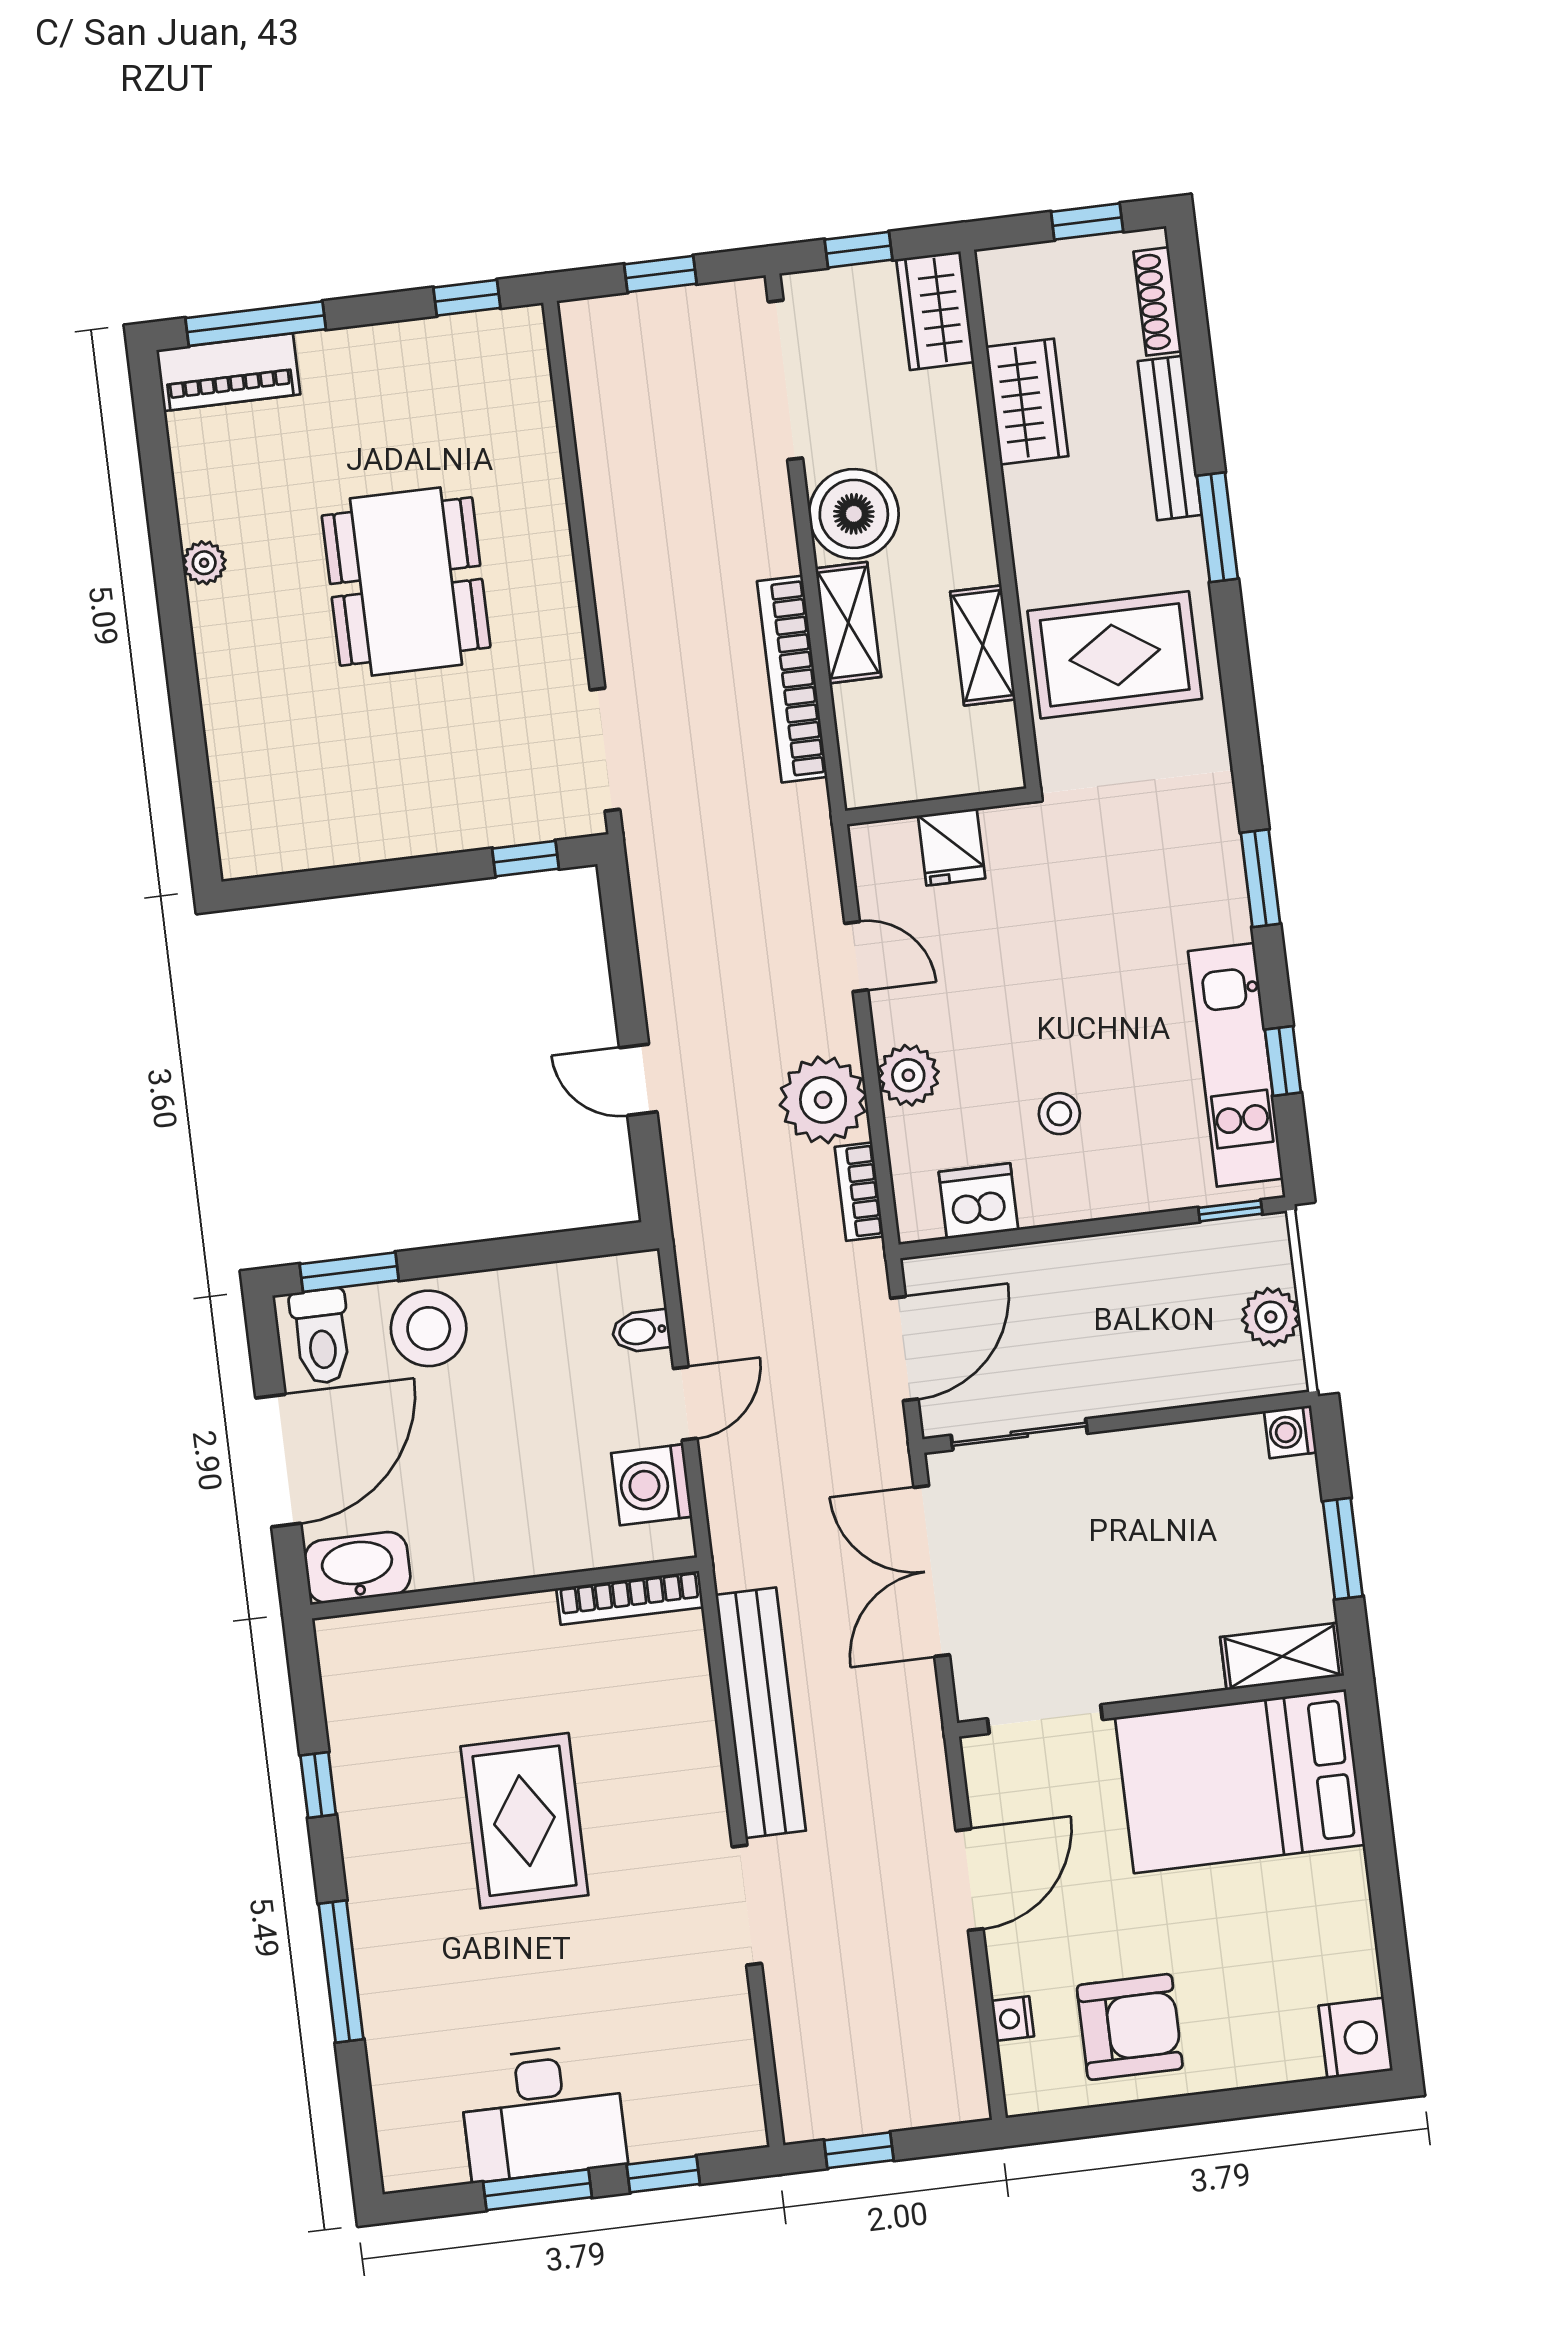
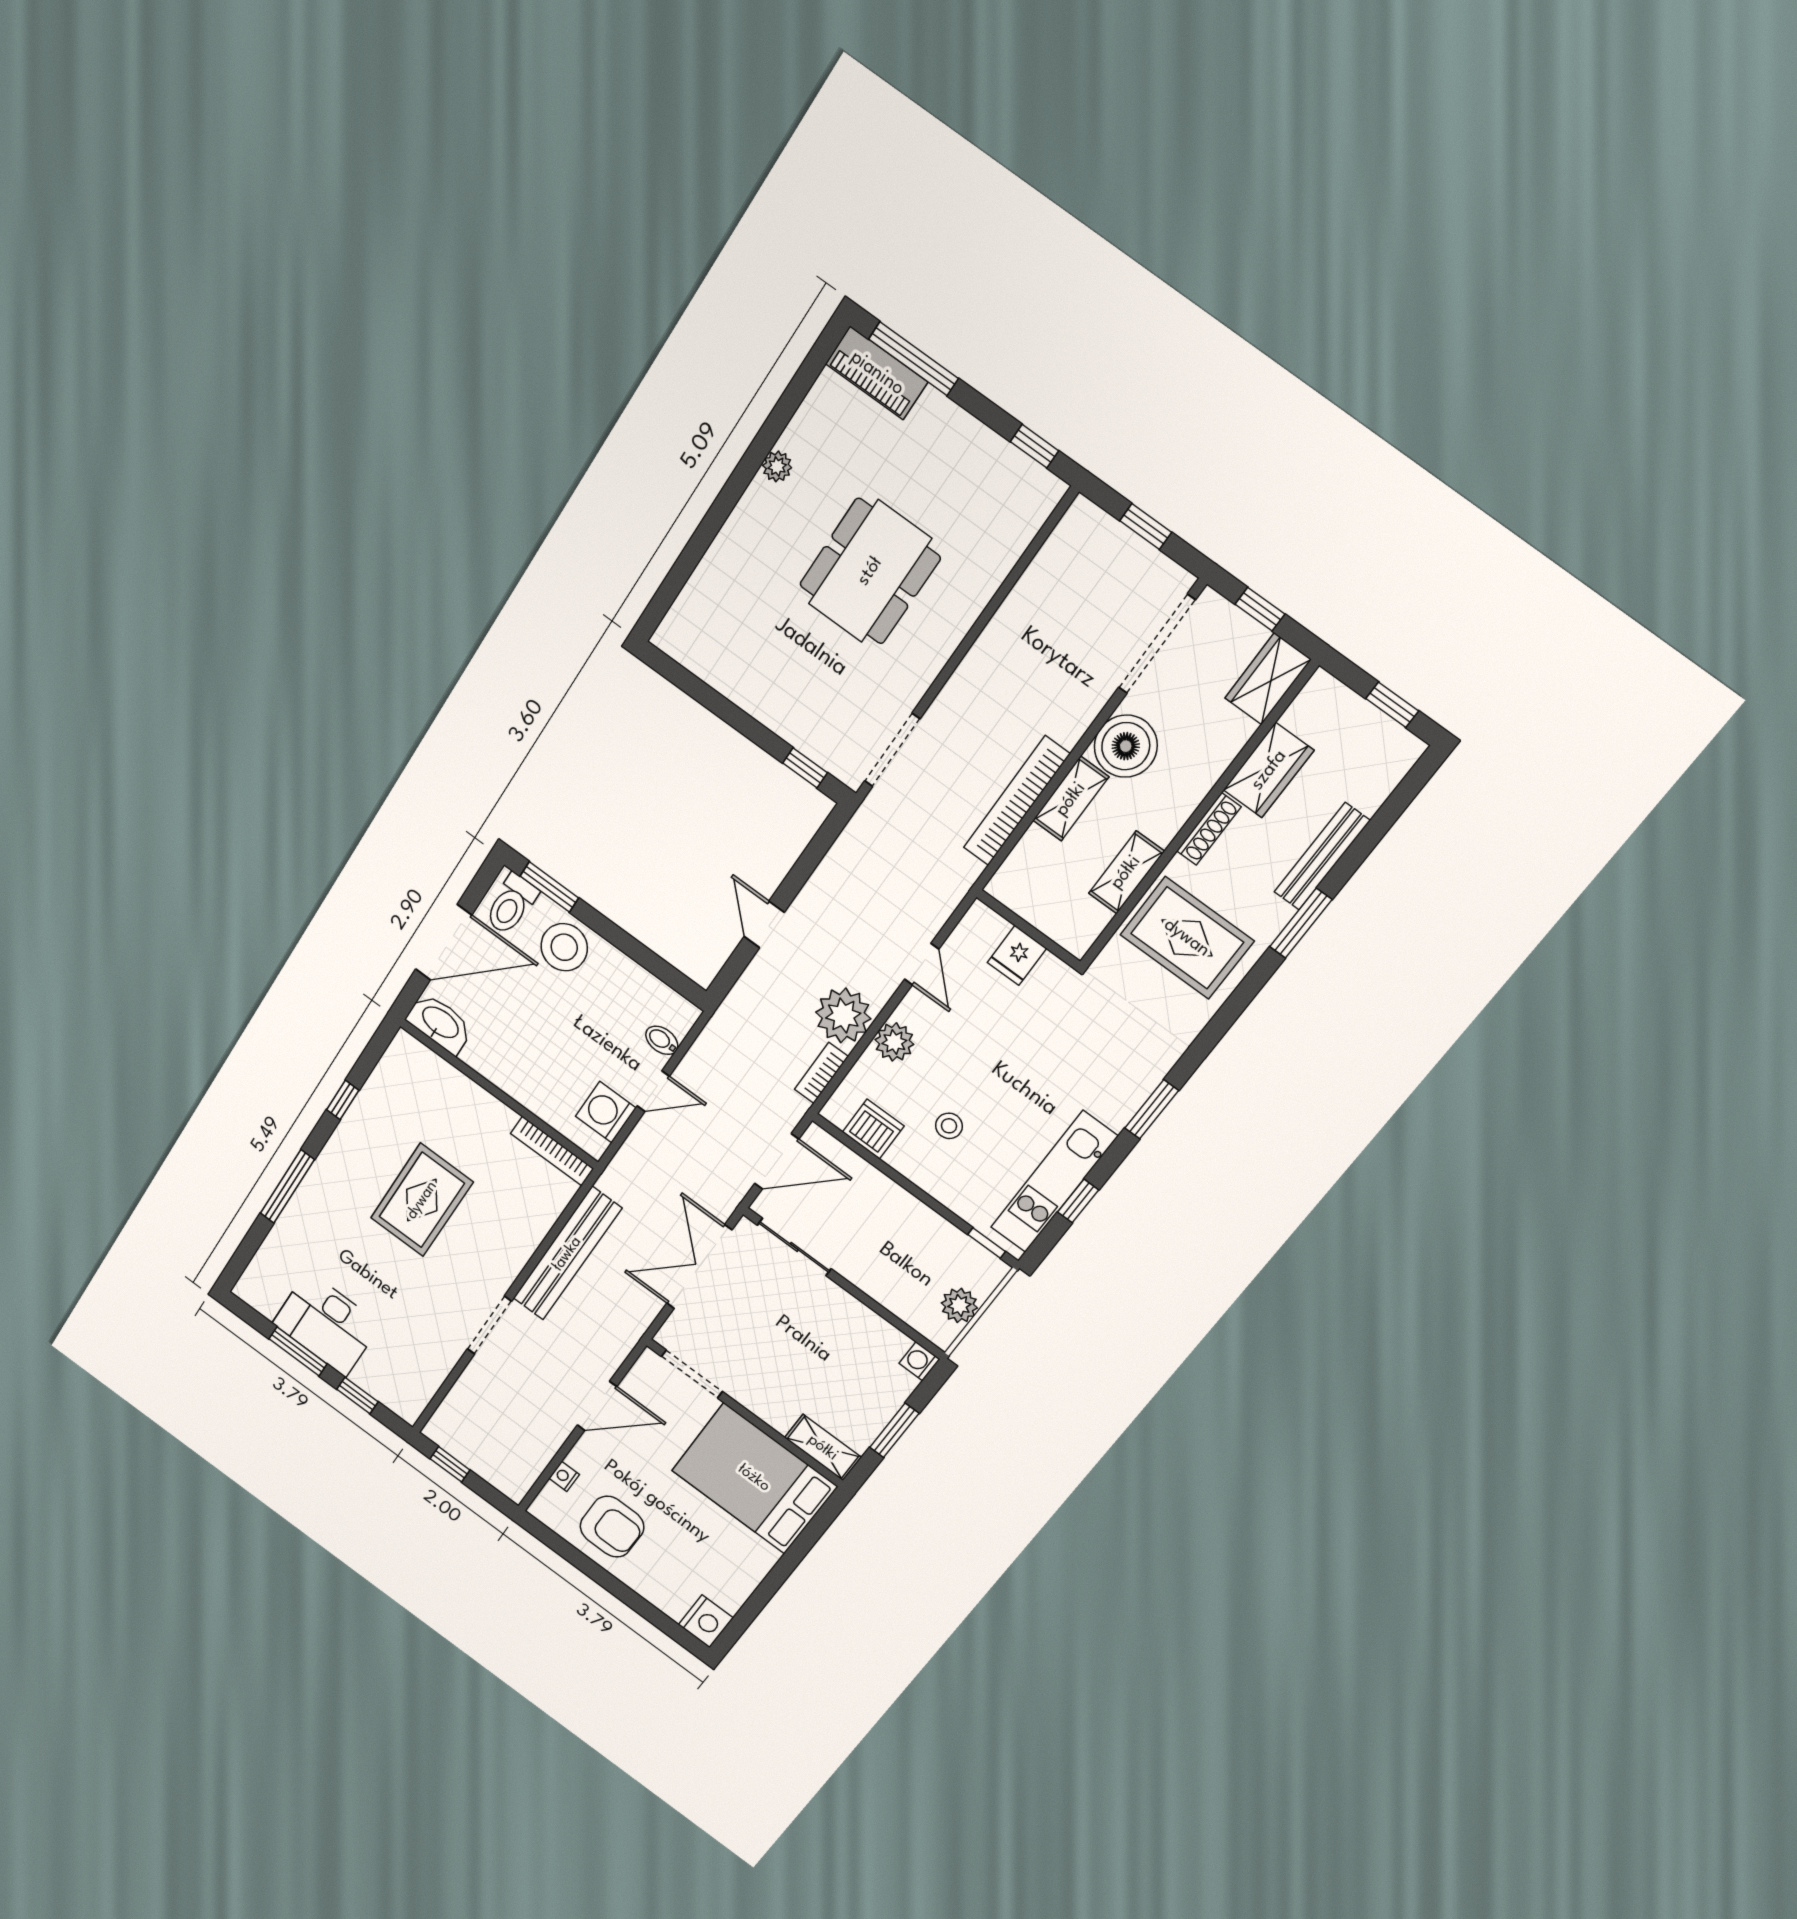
shoe rack: (1158, 301) -> (1209, 829), moved, turned 180

